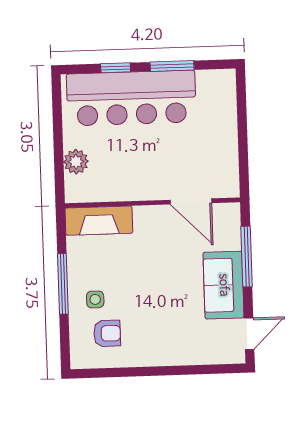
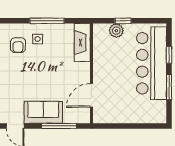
window: (58, 150) -> (123, 21), added

